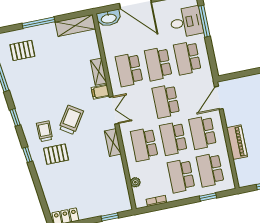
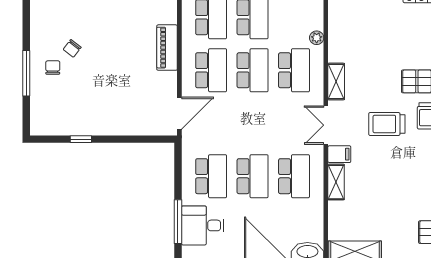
school desk: (166, 101) -> (253, 123), removed
trolley: (71, 120) -> (387, 124), turned 57
plant: (135, 182) -> (317, 38), moved

